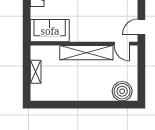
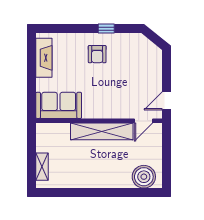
door: (122, 44) -> (144, 121), hinge flipped
shelving: (36, 72) -> (42, 167), moved

